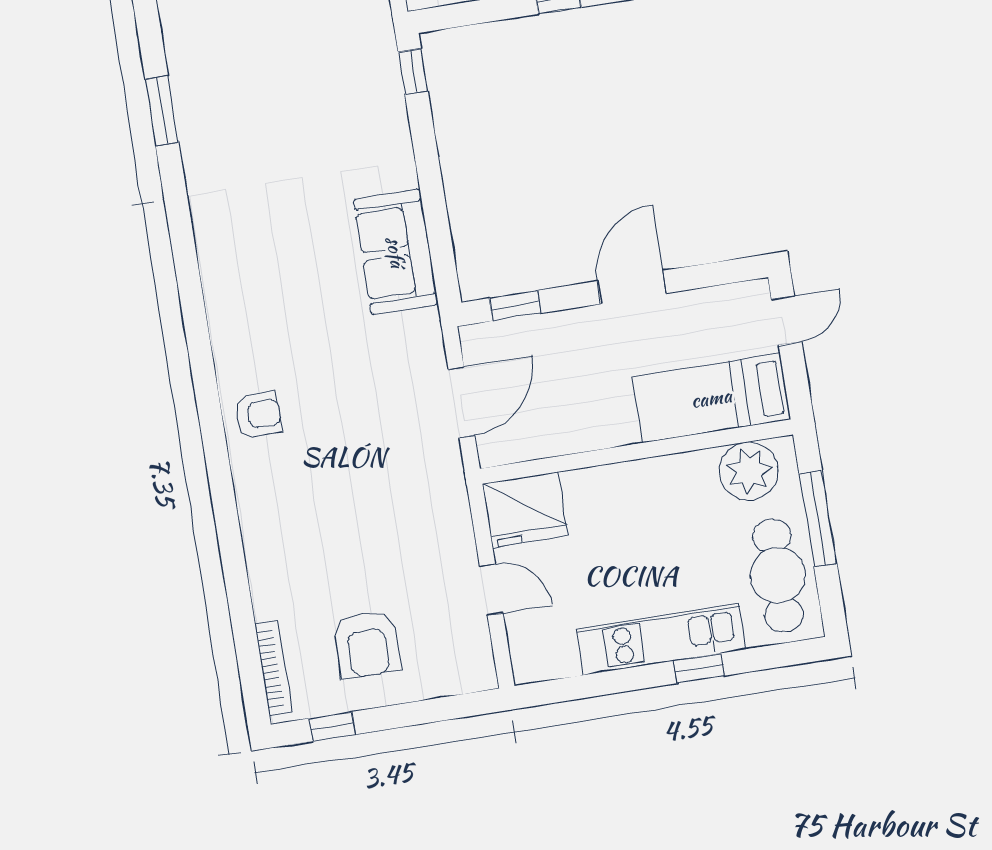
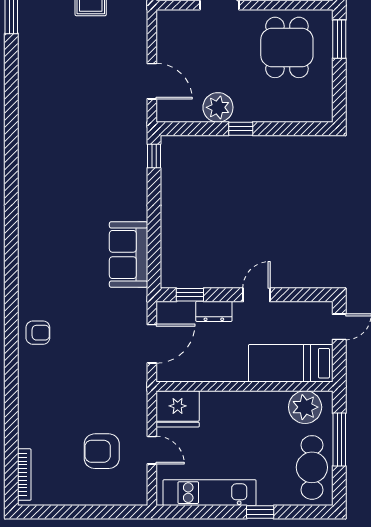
window: (162, 111) -> (11, 156), removed
door: (632, 287) -> (256, 295), width x0.73
dresser: (562, 328) -> (214, 311), added
kitchen unit: (661, 639) -> (210, 493), moved
armchair: (367, 644) -> (102, 451), moved, turned 90
window: (332, 726) -> (52, 512), removed

